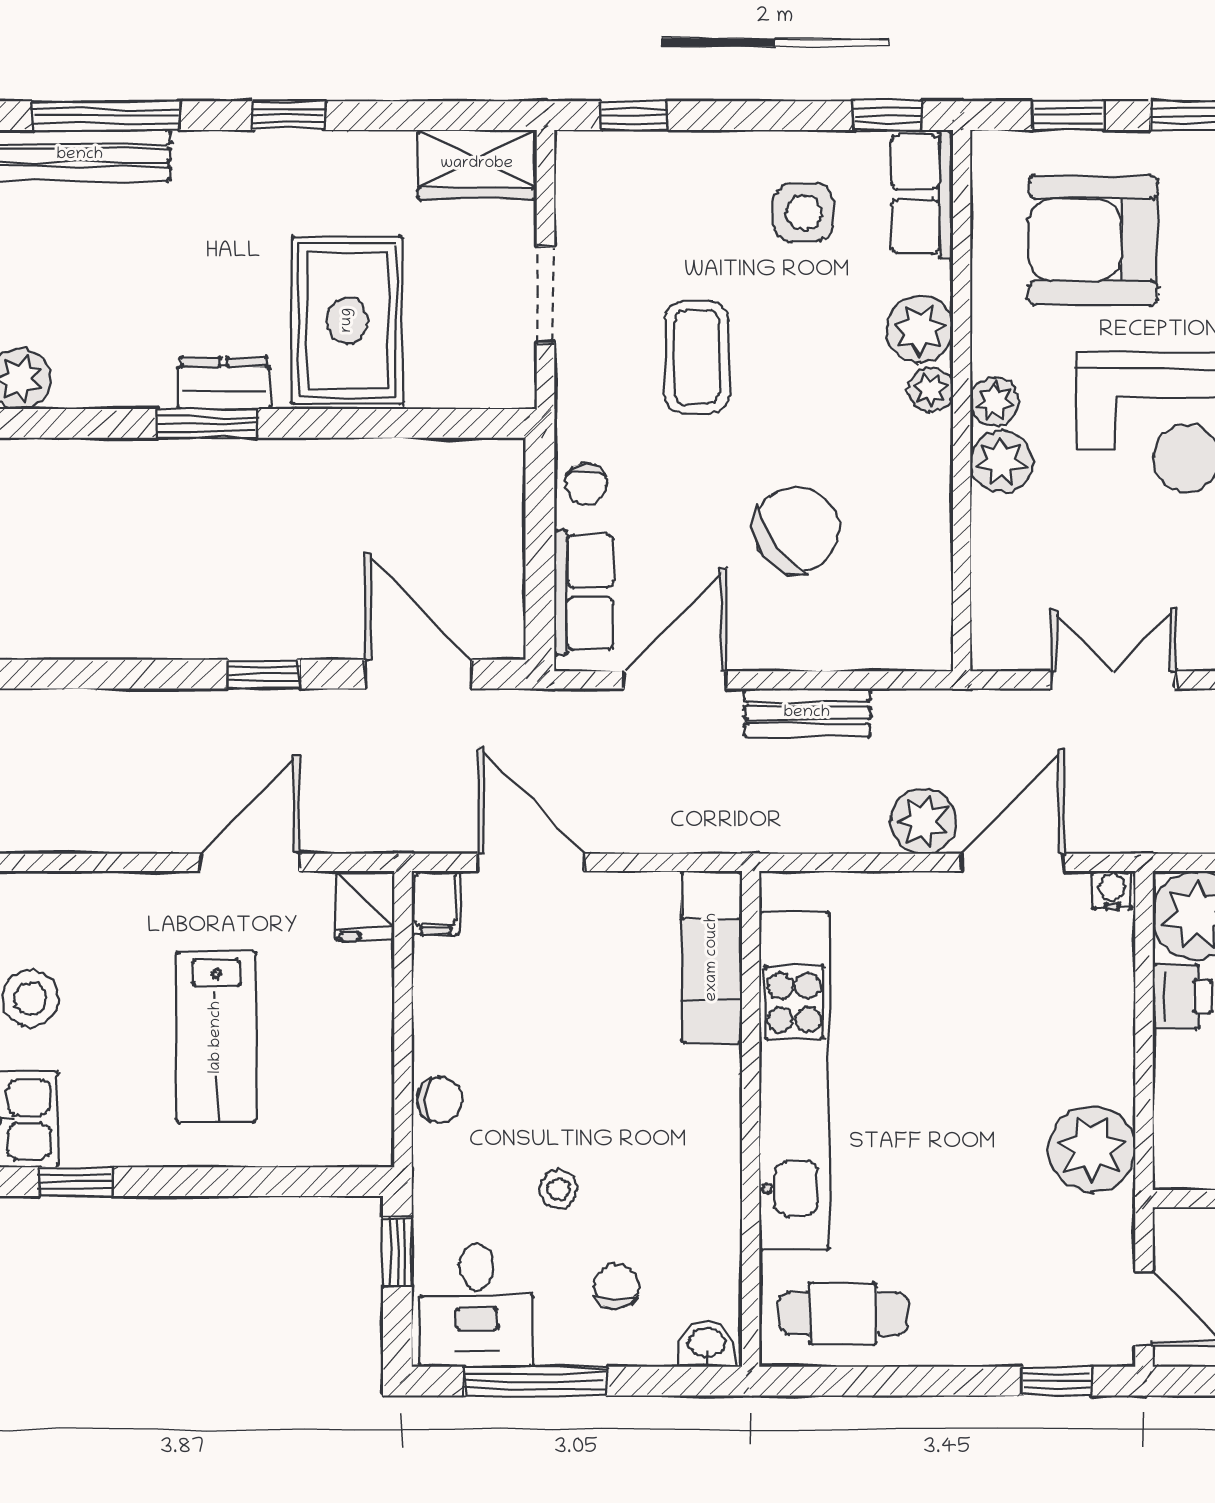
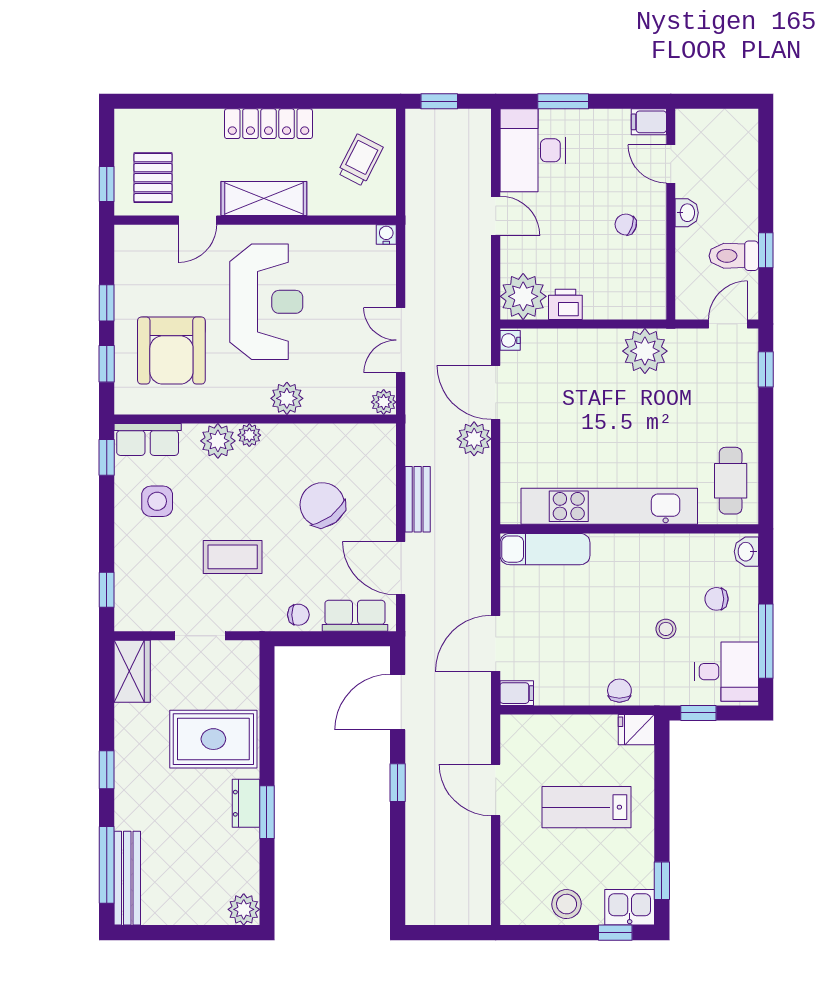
plant: (994, 402) -> (384, 402), moved
fridge: (365, 906) -> (636, 730), moved, turned 180
lab bench: (216, 1037) -> (587, 807), turned 180

